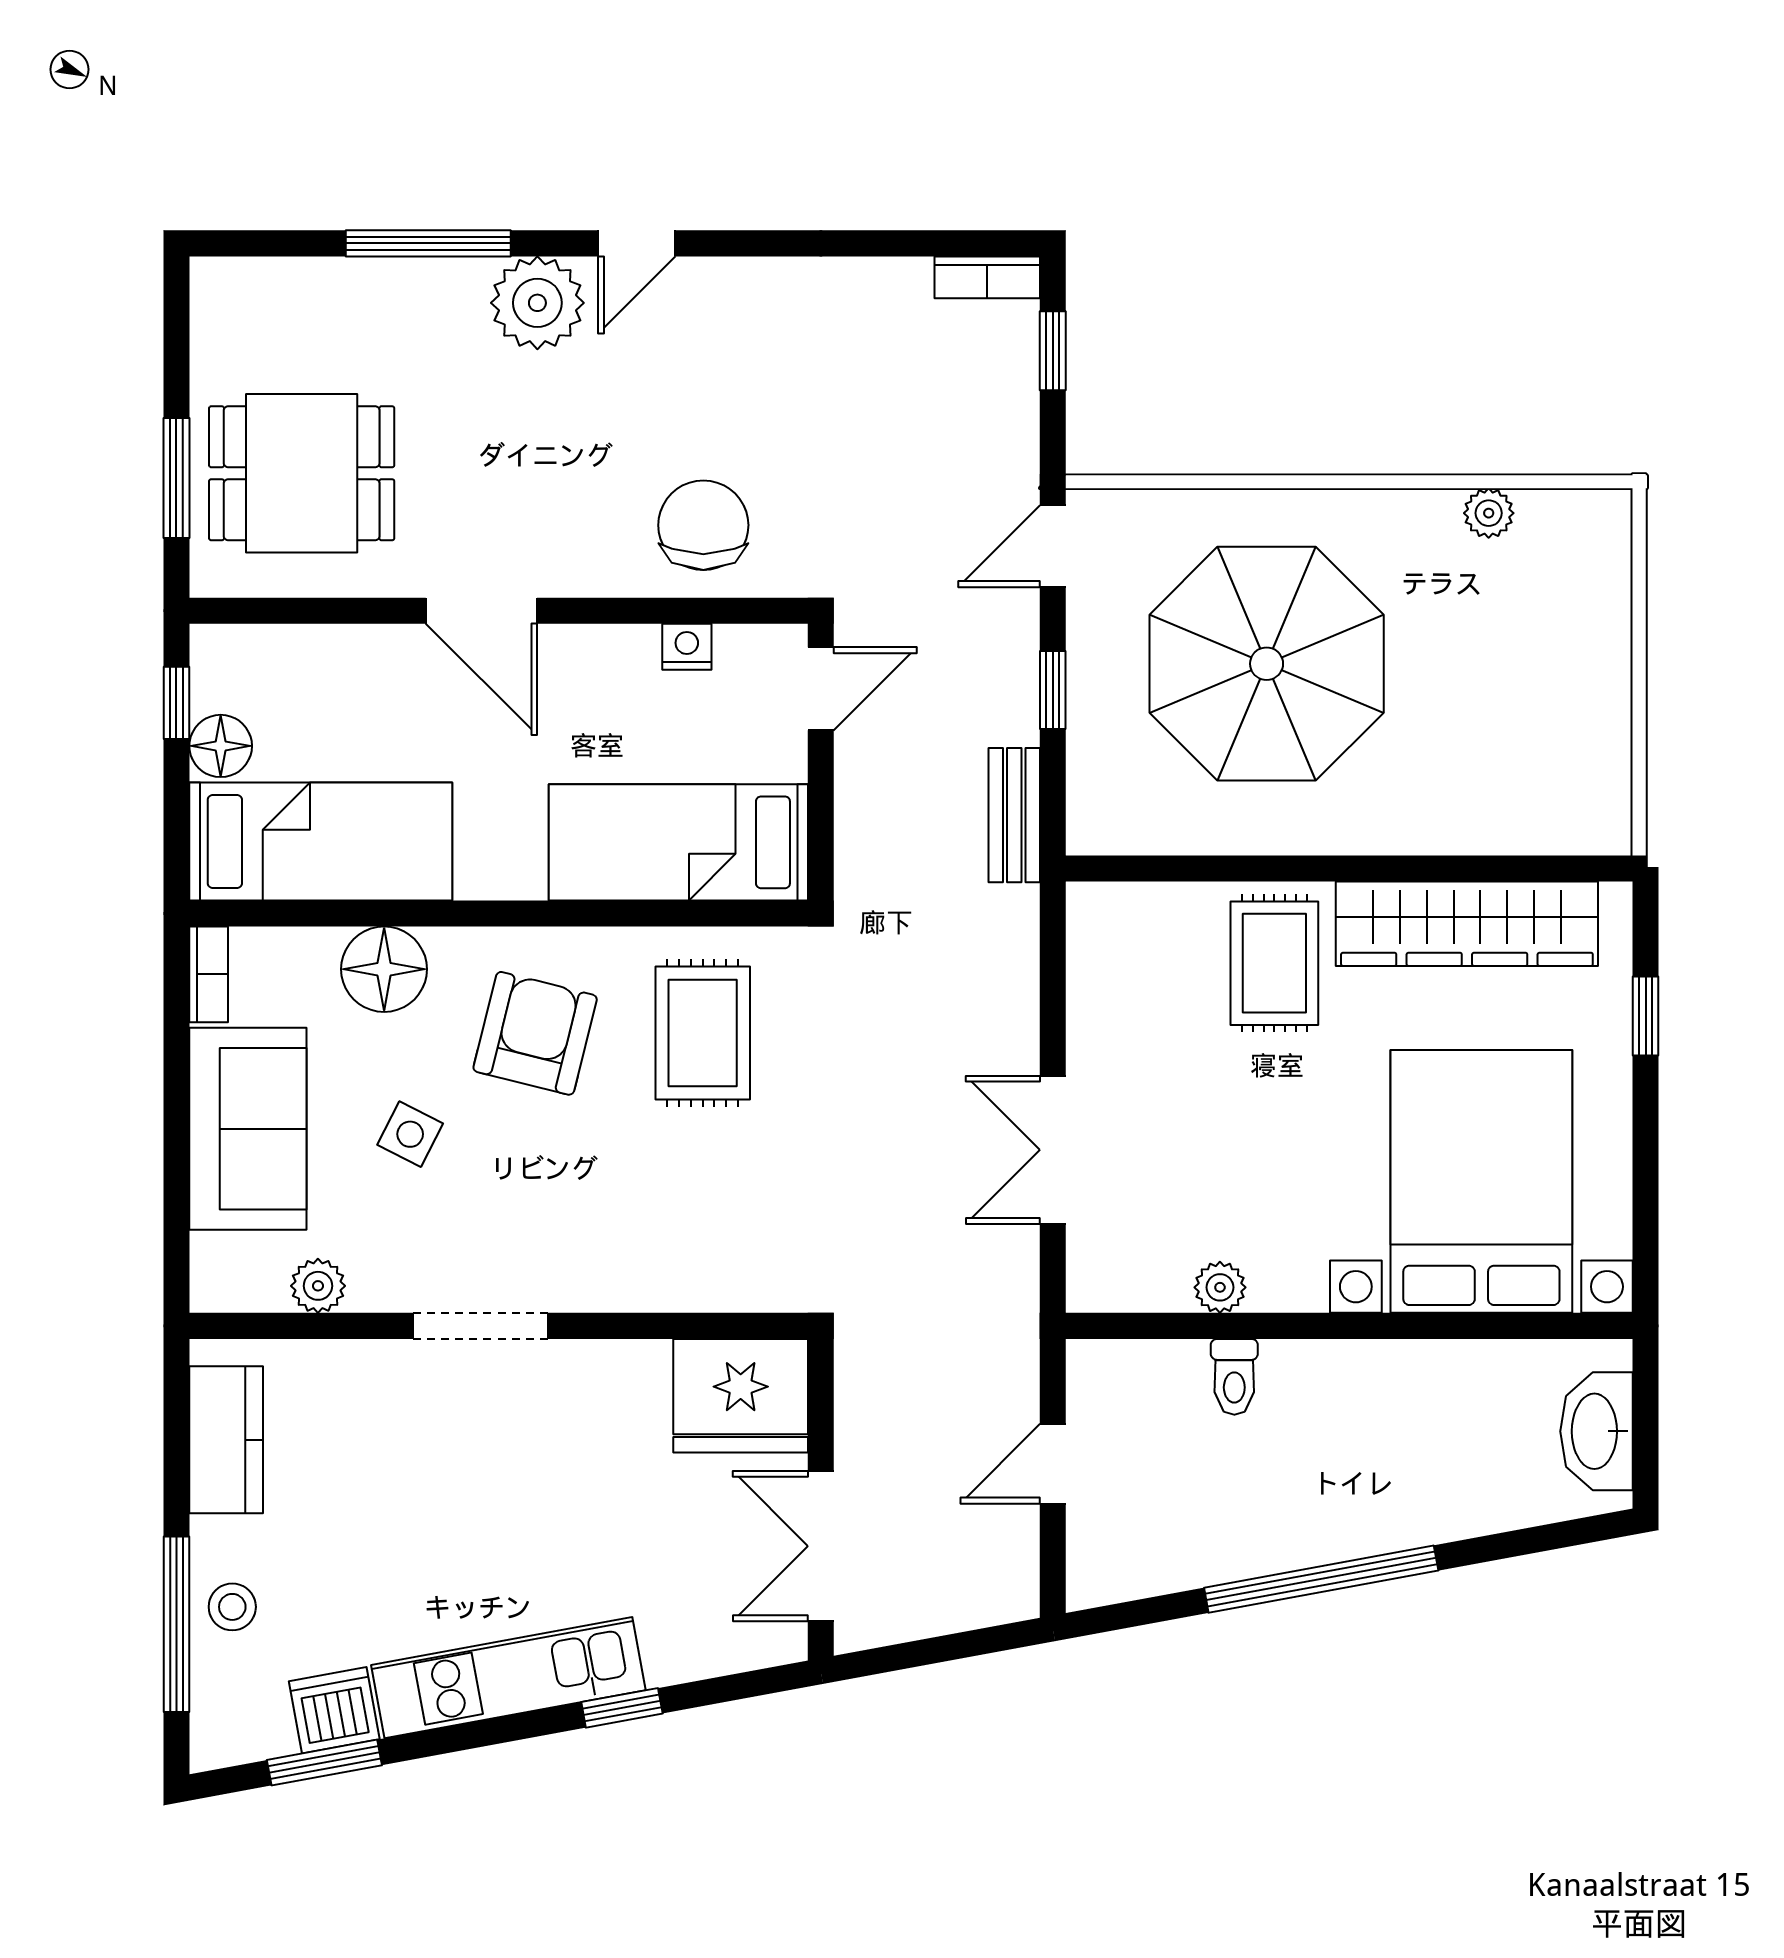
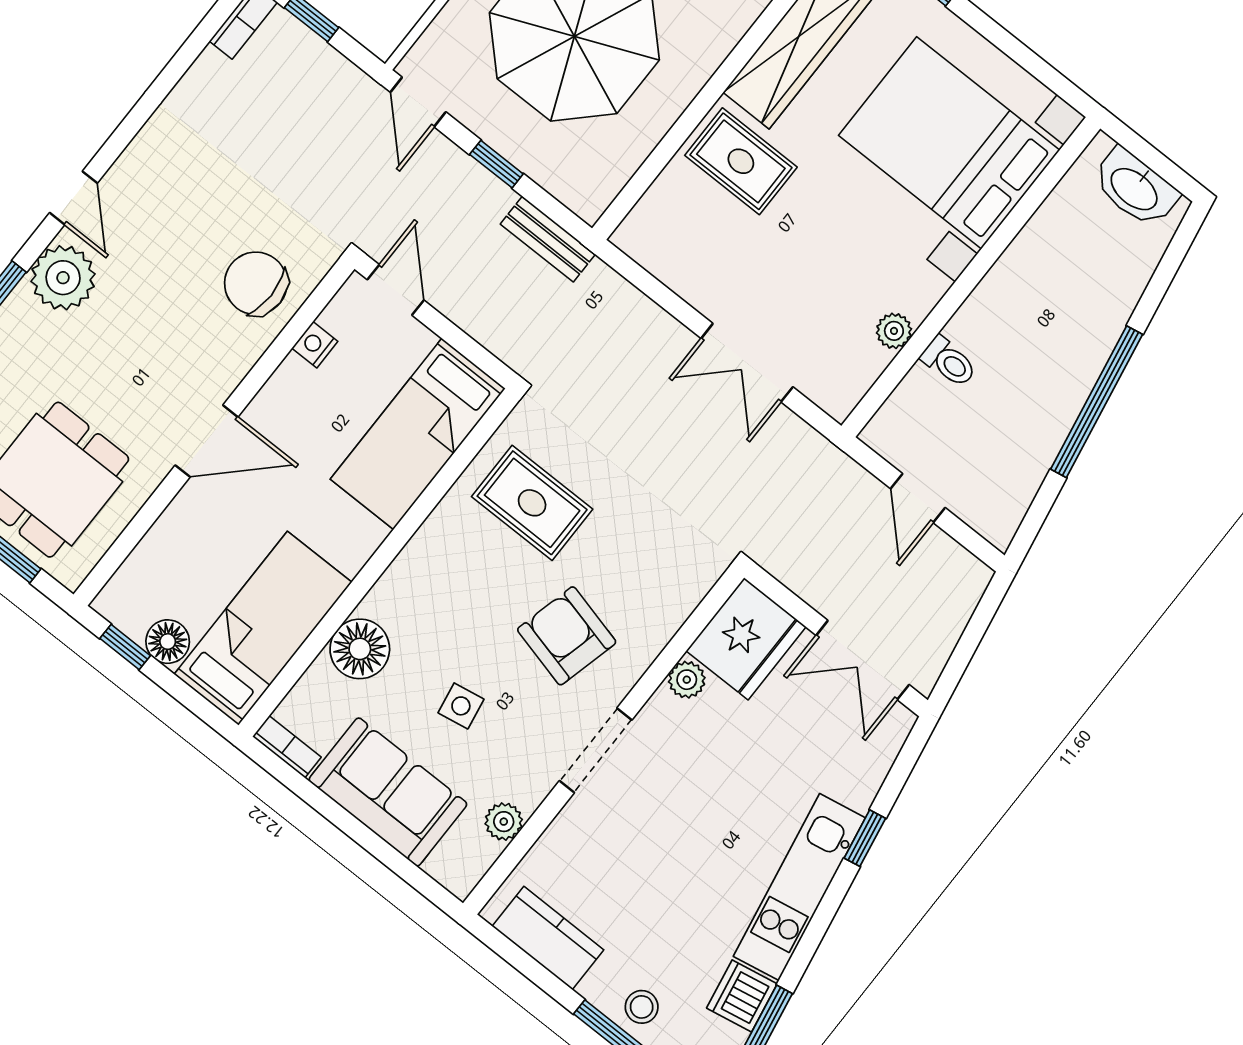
armchair: (535, 1033) -> (567, 636), moved
side table: (410, 1134) -> (461, 706), turned -37
plant: (642, 1365) -> (687, 680), added

